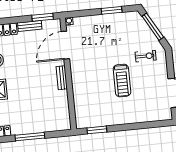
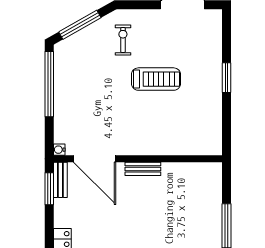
window: (112, 10) -> (49, 84), width x2.11
bench: (30, 26) -> (60, 180), moved
window: (97, 130) -> (226, 78), moved

